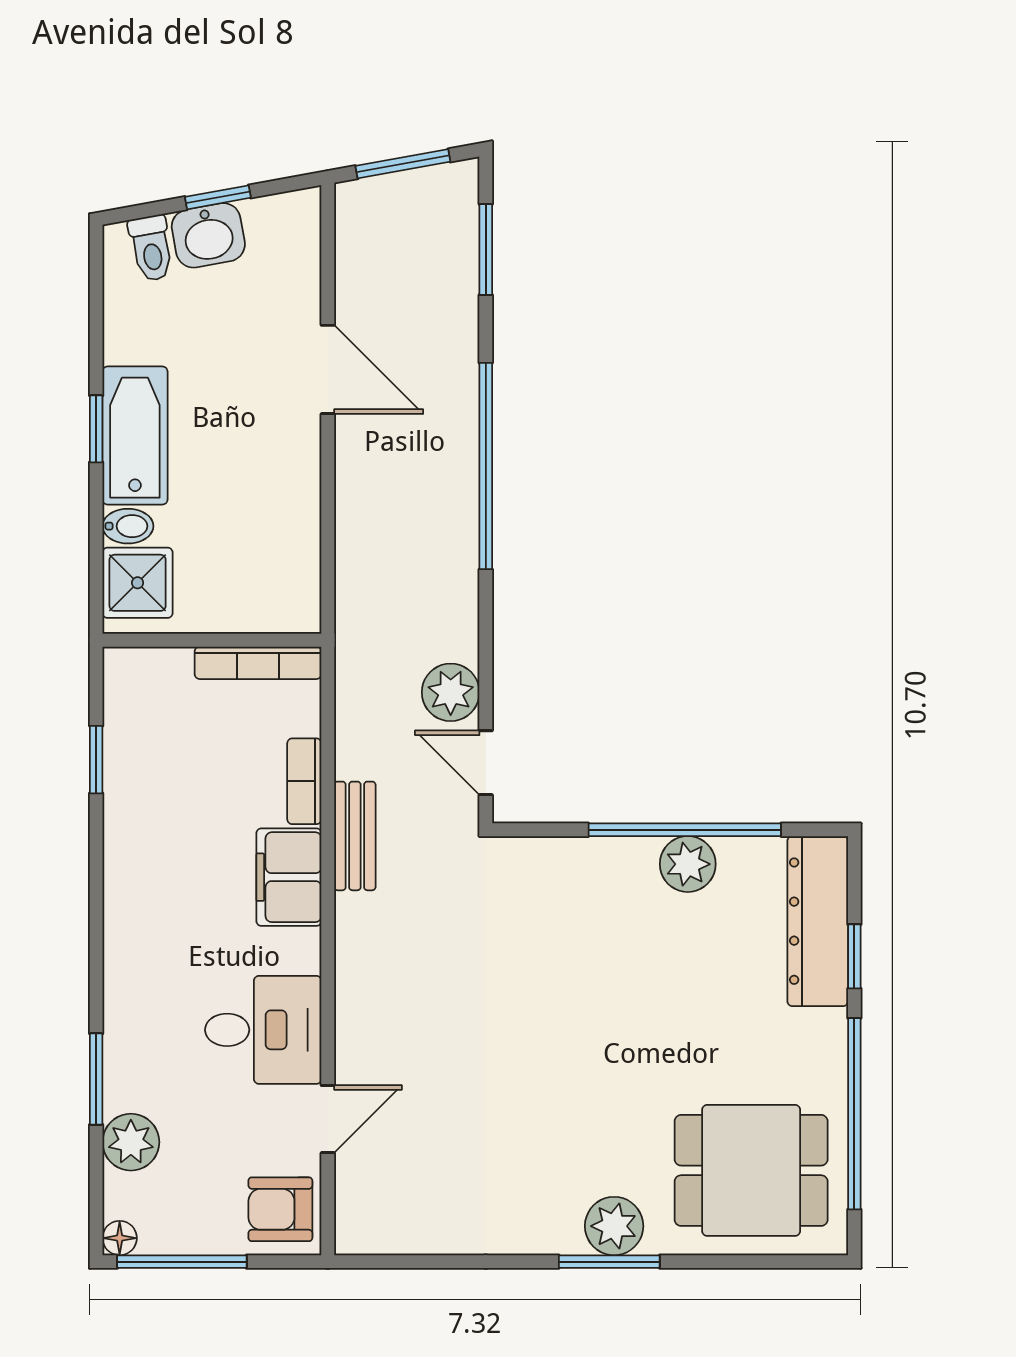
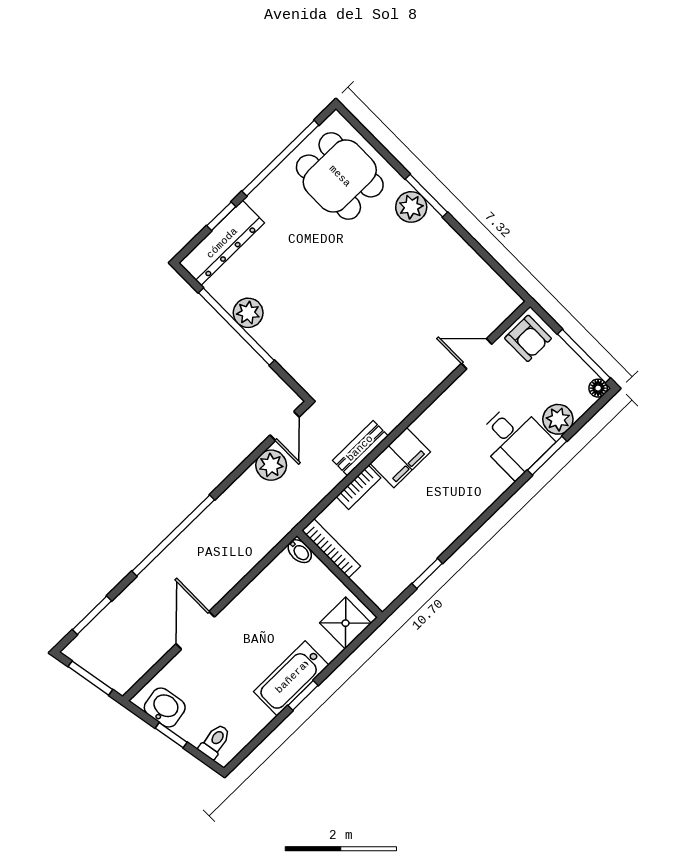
washbasin: (208, 235) -> (165, 708), moved
bidet: (128, 526) -> (300, 551), moved, turned 180
desk: (263, 1030) -> (514, 440), moved, turned 180

